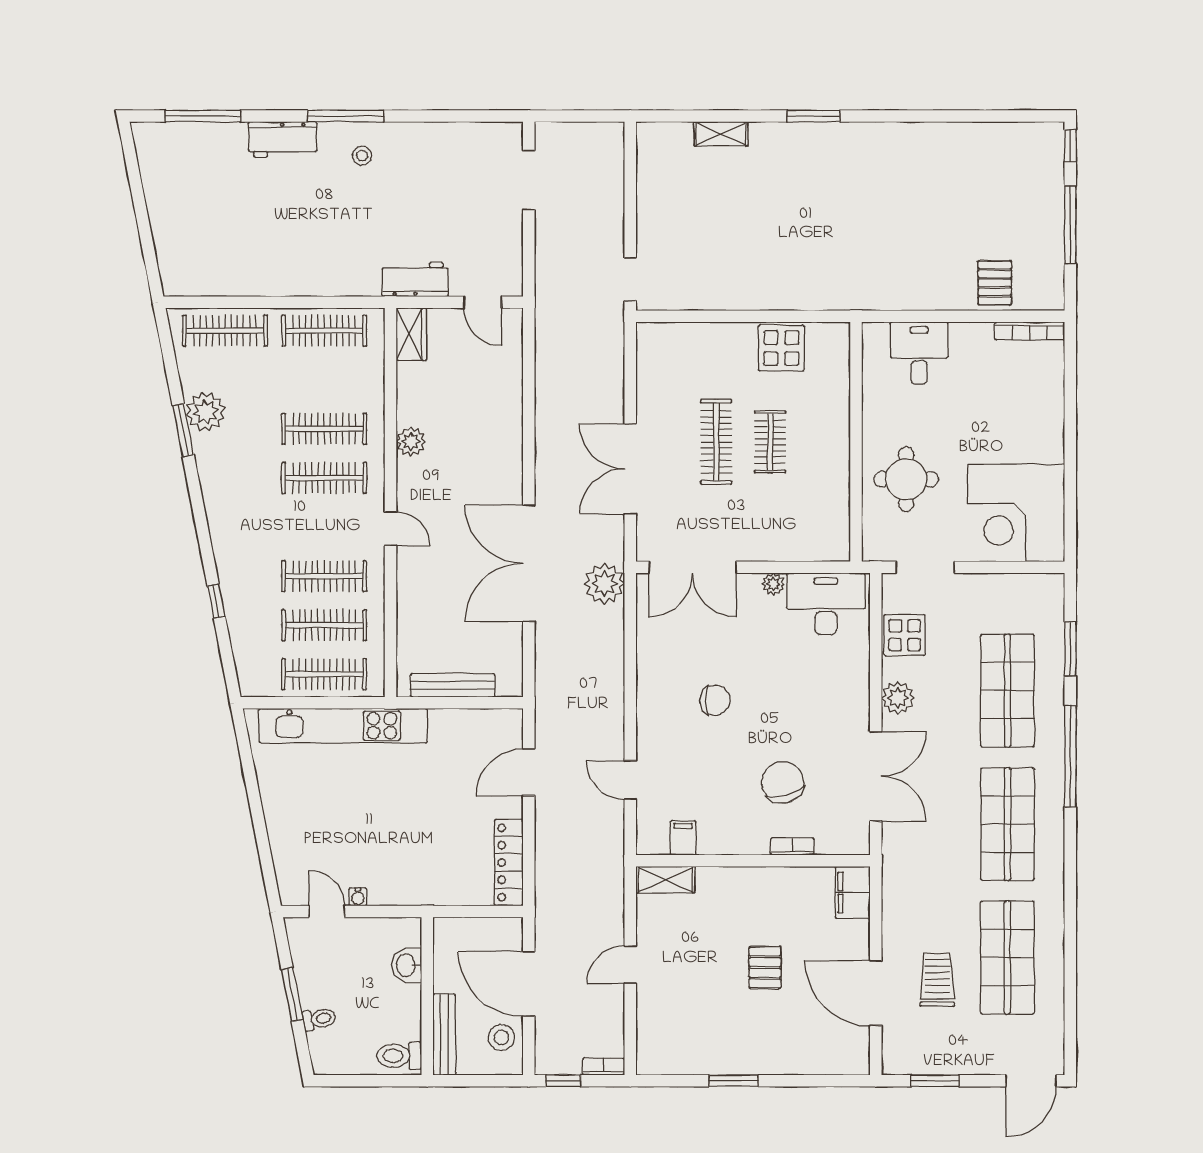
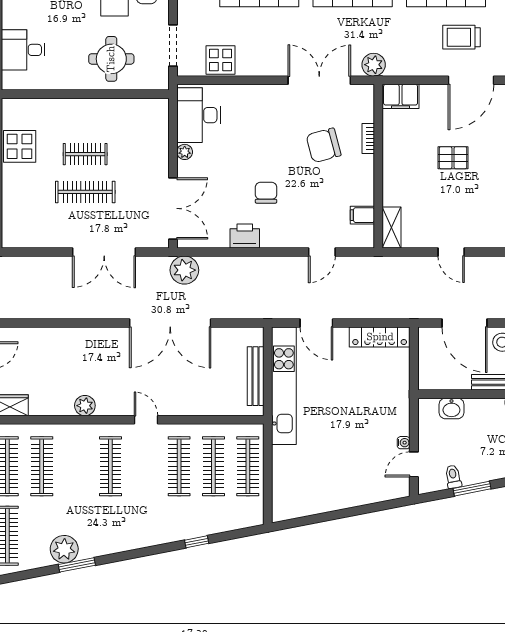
clothes rail: (324, 429) -> (42, 466), moved
door: (391, 529) -> (146, 420), hinge flipped
printer: (653, 670) -> (245, 236), added
plant: (898, 698) -> (374, 65), moved
kitchen unit: (343, 726) -> (284, 386), moved
door: (529, 984) -> (465, 323), hinge flipped
toilet: (319, 1019) -> (453, 477), moved

